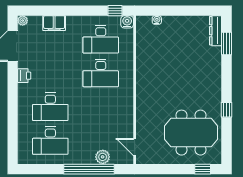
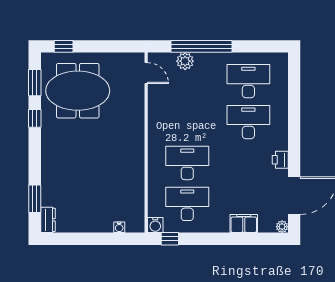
dresser: (216, 31) -> (48, 220), width x0.70
window: (226, 139) -> (35, 83), added

